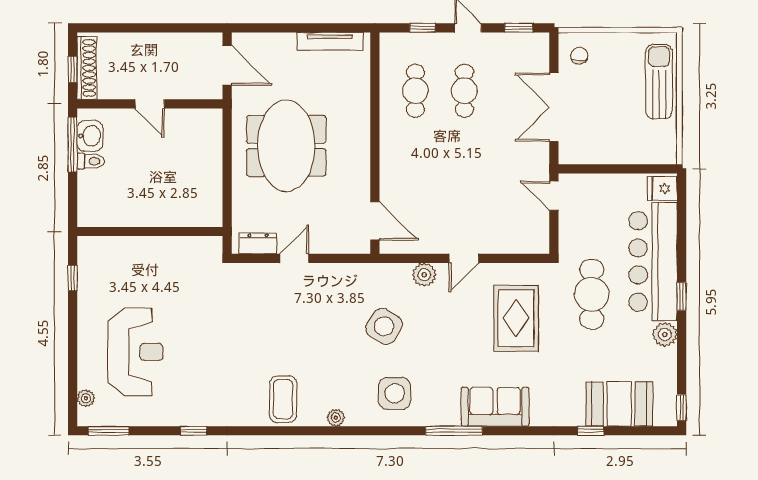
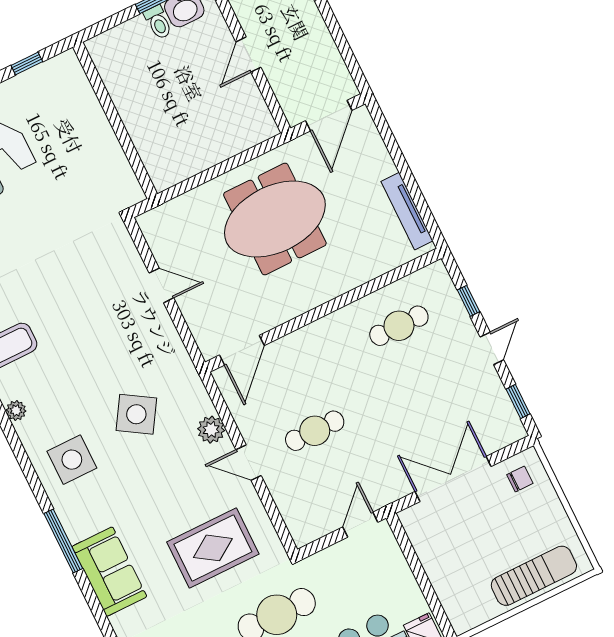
cafe table: (464, 91) -> (315, 431), moved
dresser: (258, 243) -> (158, 240), removed

